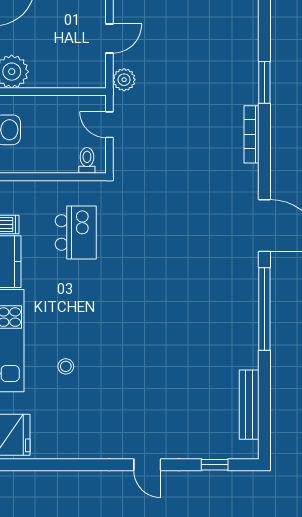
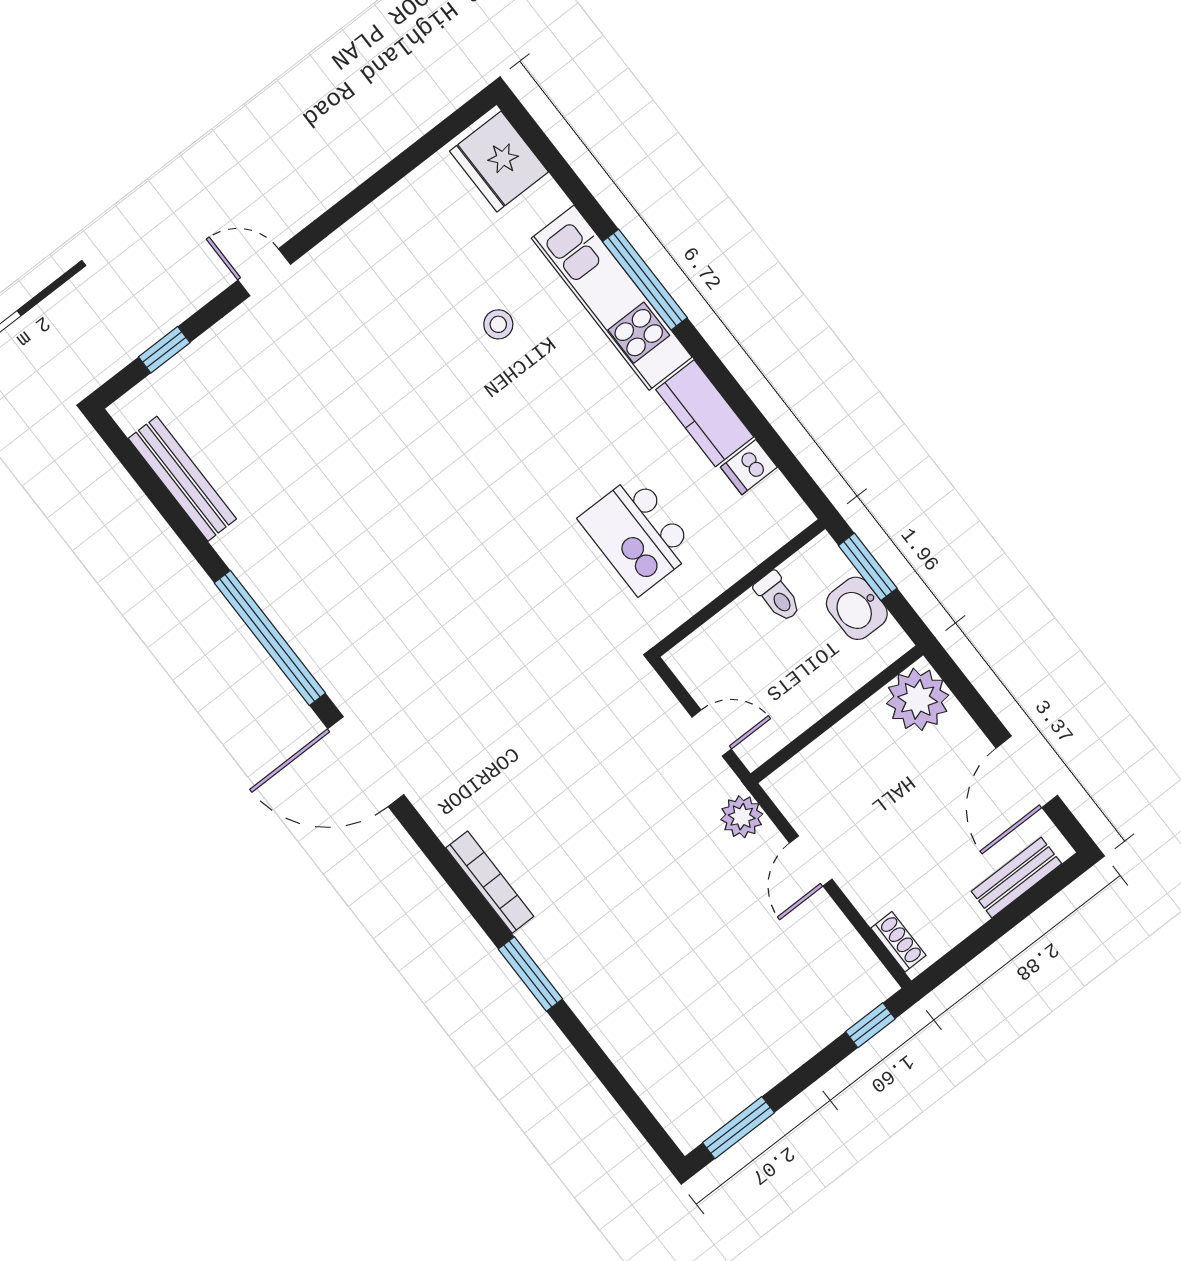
toilet: (87, 160) -> (778, 597), moved

